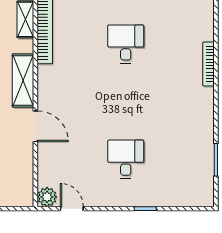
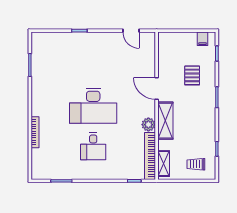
desk: (126, 159) -> (93, 106), moved, width x1.87, depth x1.30
plant: (47, 197) -> (148, 125), moved

